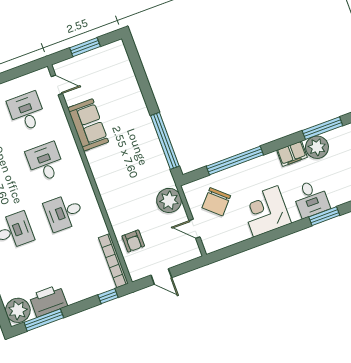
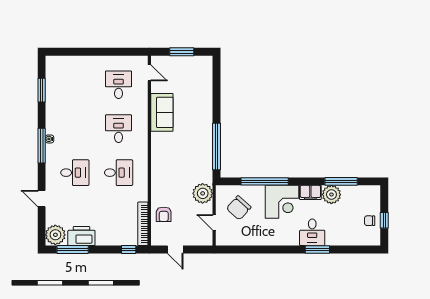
corner desk: (266, 211) -> (282, 202), moved, turned 180
desk: (64, 212) -> (119, 173), turned 180

